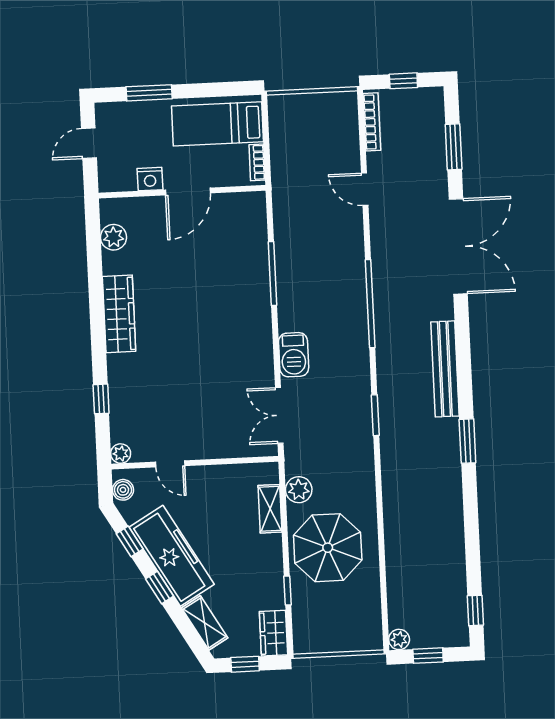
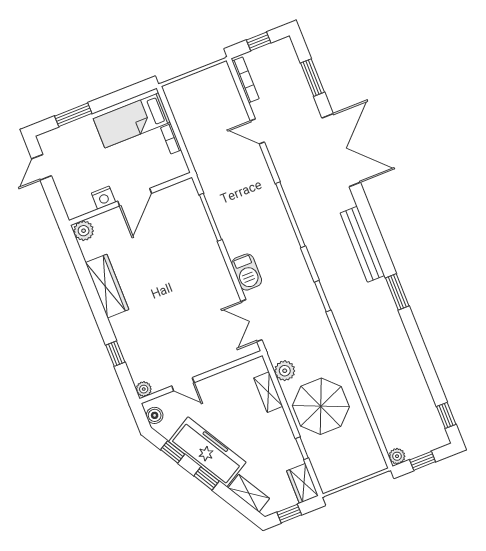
nightstand: (150, 179) -> (103, 198), moved
door: (188, 191) -> (135, 197), moved
wall: (182, 192) -> (130, 199), moved

